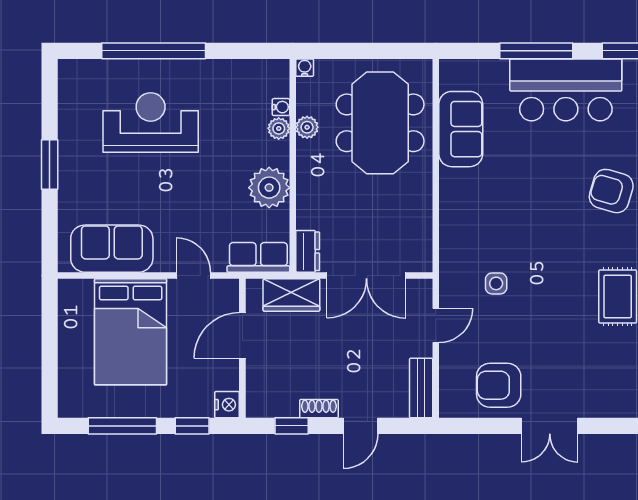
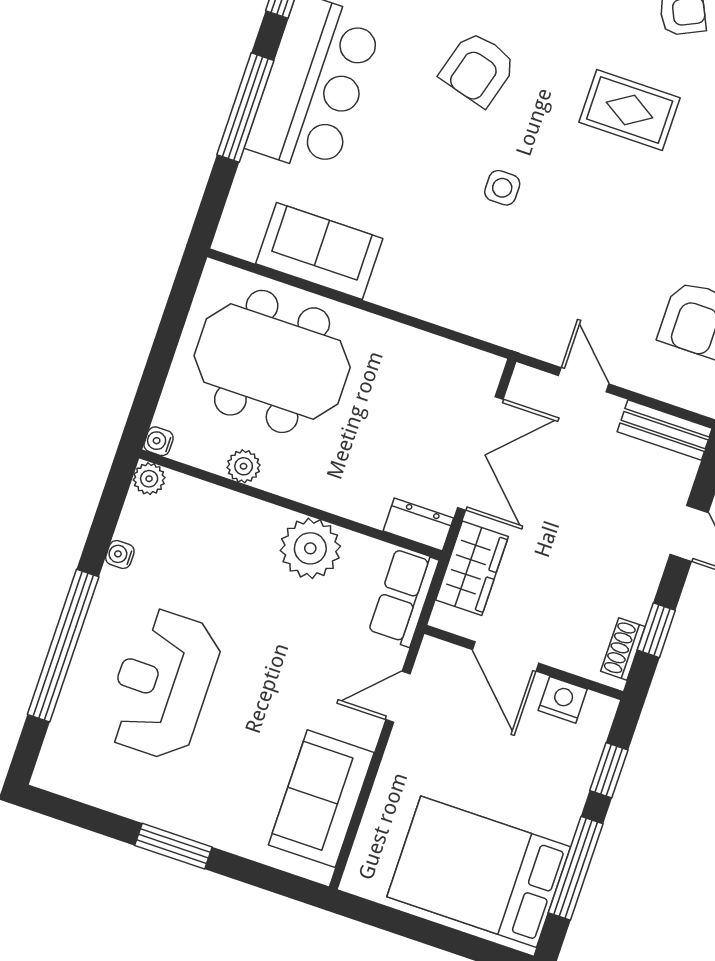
water cooler: (281, 107) -> (120, 555), moved, turned -90
plant: (279, 128) -> (149, 479), moved
side table: (496, 283) -> (502, 188), moved
bed: (131, 332) -> (479, 872), moved, turned 180
nightstand: (227, 405) -> (563, 700), moved
shoe rack: (319, 409) -> (623, 649), moved

